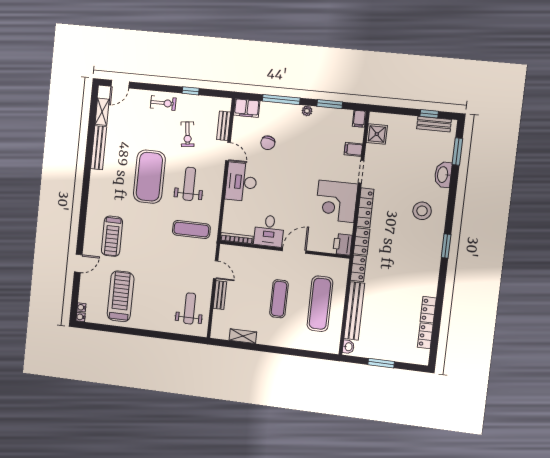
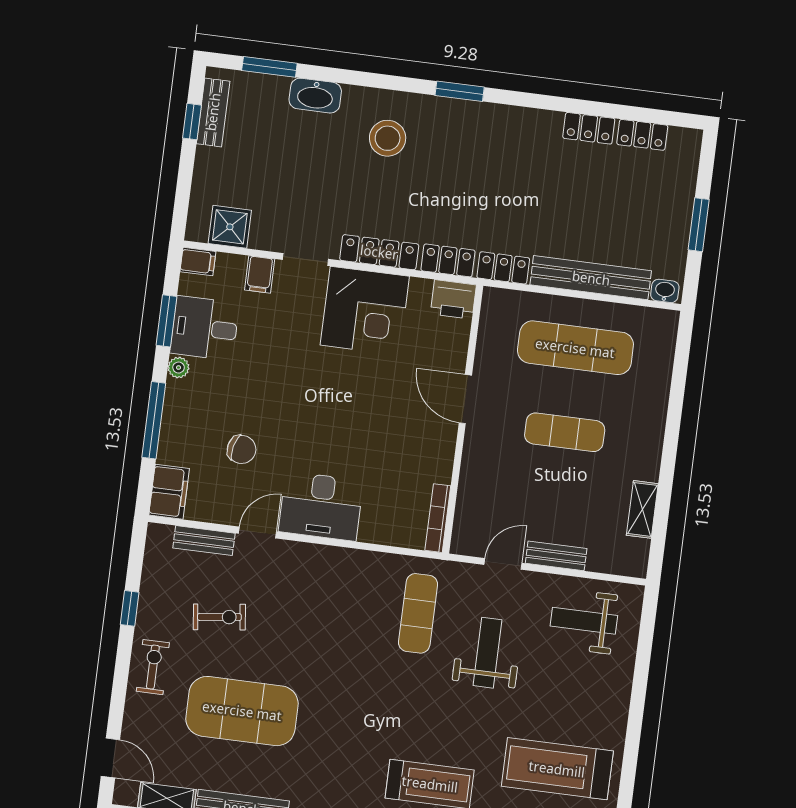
exercise mat: (149, 177) -> (242, 711), moved
weight bench: (189, 184) -> (487, 653), moved, turned 90
desk: (269, 231) -> (205, 328), moved, turned 180

